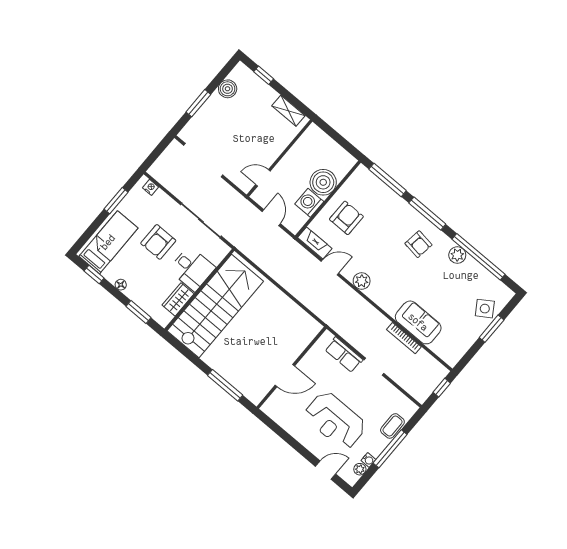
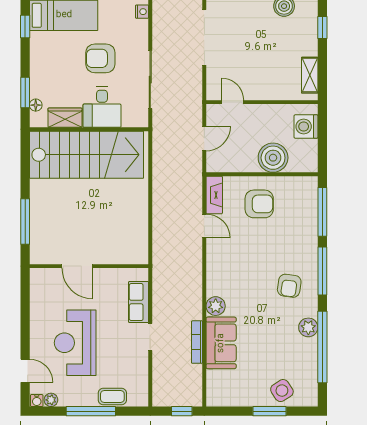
washing machine: (309, 203) -> (306, 126), moved, turned -90
plant: (362, 281) -> (216, 306), moved
floor lamp: (121, 285) -> (36, 105), moved
water cooler: (368, 460) -> (37, 401), moved

